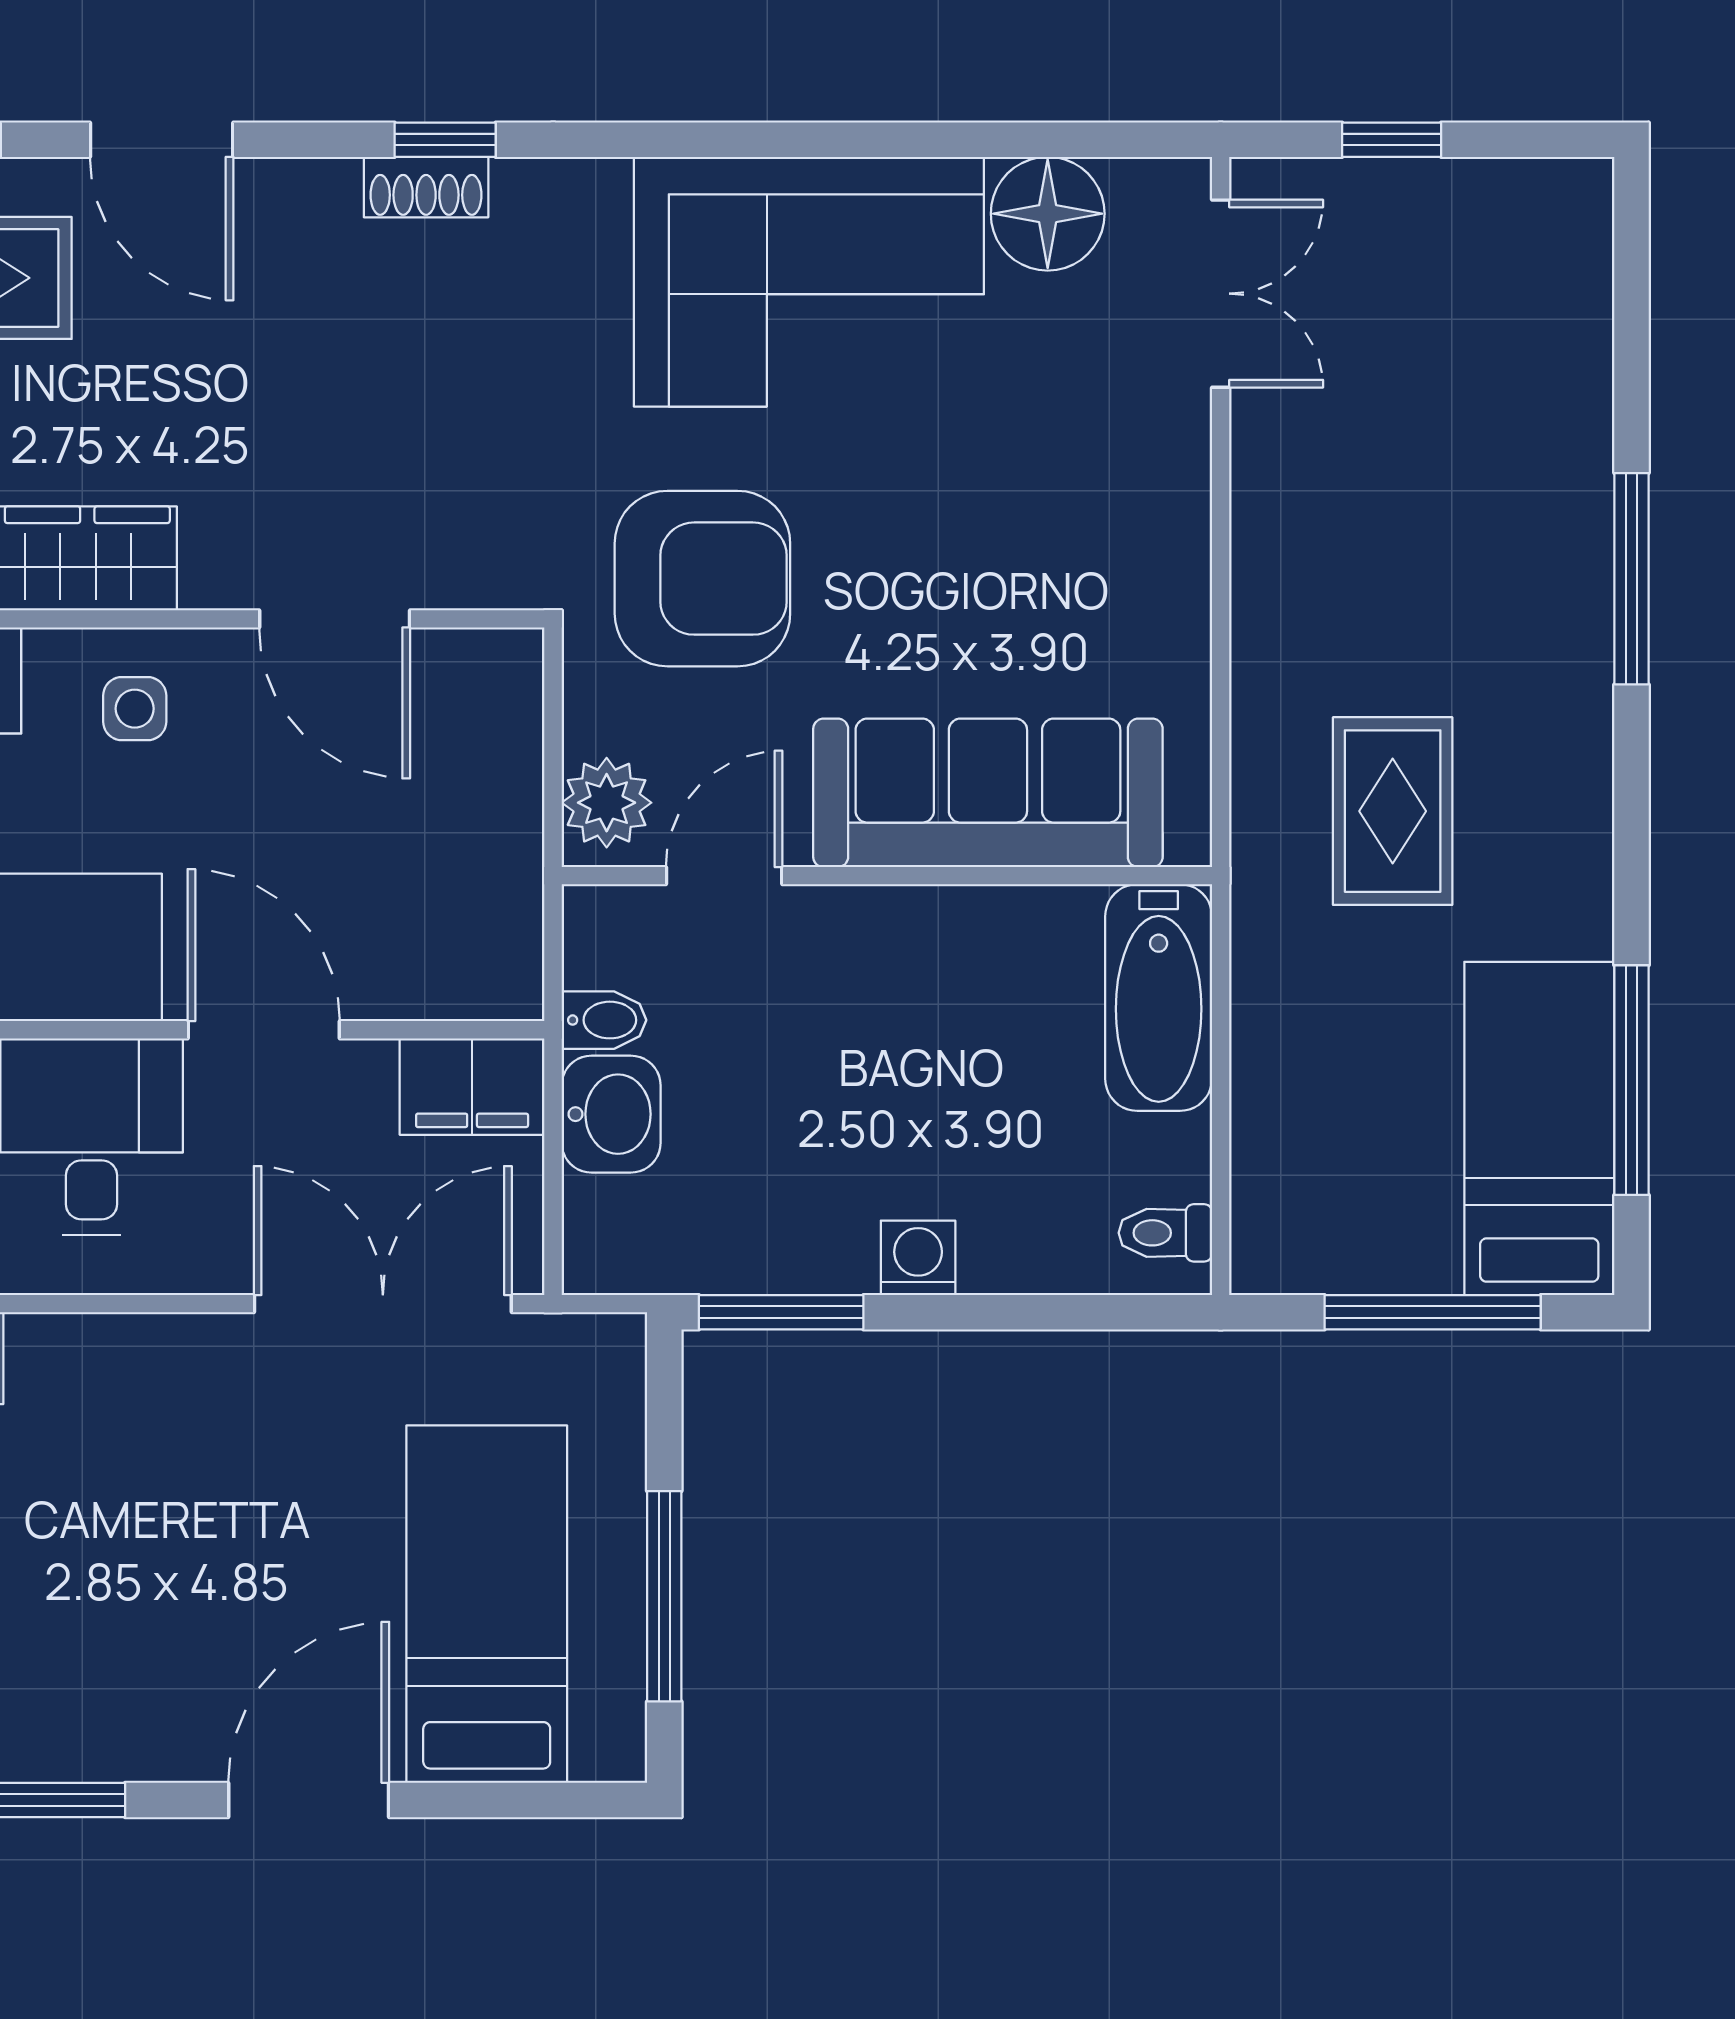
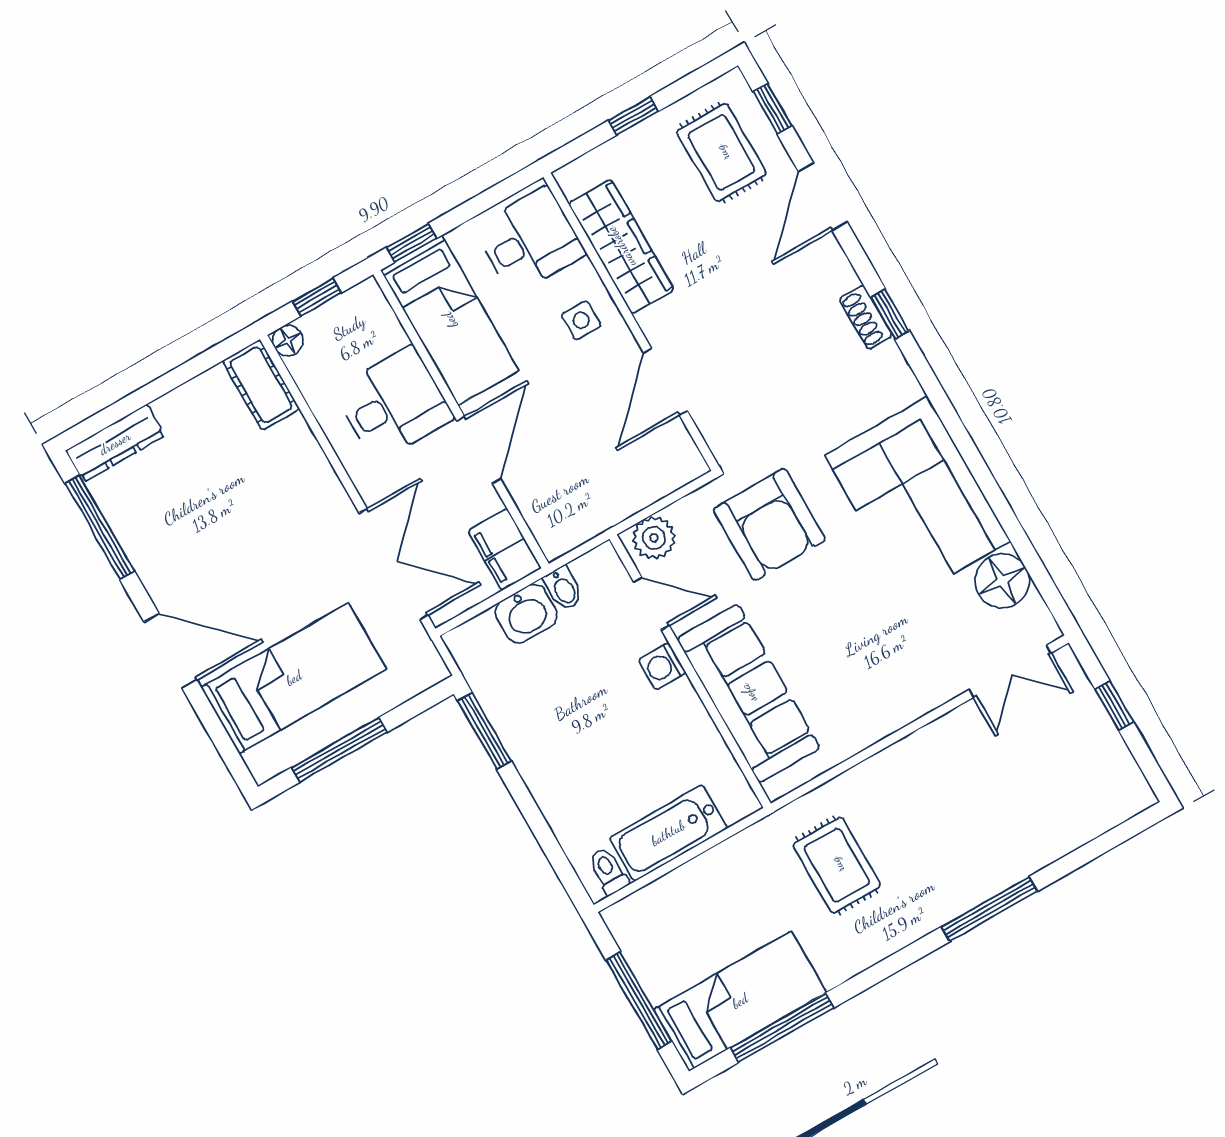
rug: (1393, 811) -> (837, 865), turned 90
bathtub: (1159, 998) -> (668, 833), moved
washing machine: (918, 1258) -> (662, 666), moved, turned 180

